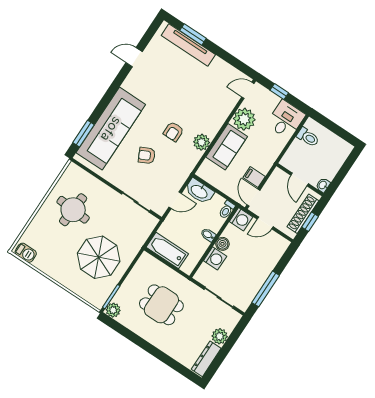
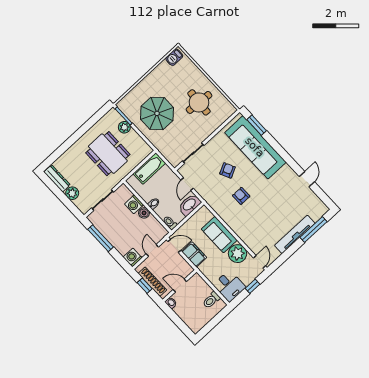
window: (193, 34) -> (314, 230), width x1.44
tv unit: (188, 45) -> (295, 234), moved
plant: (202, 142) -> (228, 216), removed
filing cabinet: (254, 177) -> (194, 254), width x2.00
washing machine: (241, 219) -> (133, 257), moved, turned 90
dining table: (161, 305) -> (108, 154), width x1.38
plant: (113, 310) -> (124, 127), moved

